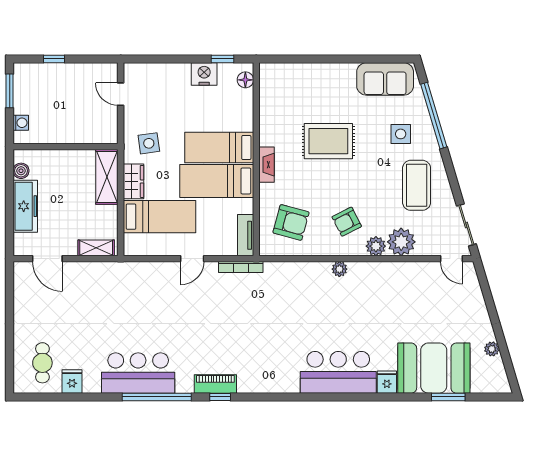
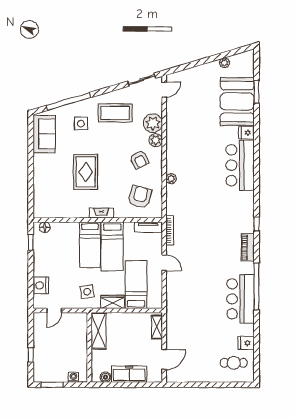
nightstand: (204, 74) -> (41, 285), moved
shelving: (107, 177) -> (98, 331), moved, turned 90
plant: (339, 269) -> (171, 179), moved
window: (220, 397) -> (256, 224), moved

